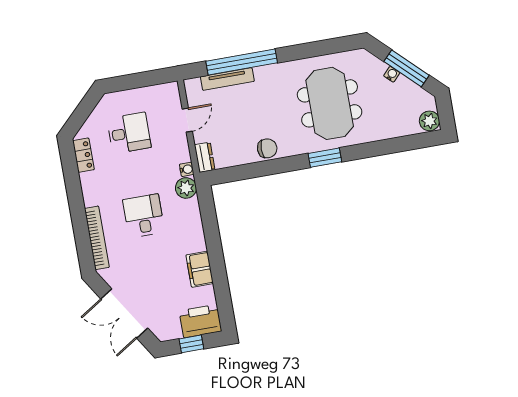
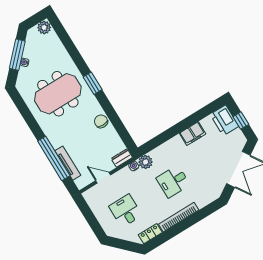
bookcase: (97, 238) -> (179, 217), moved

